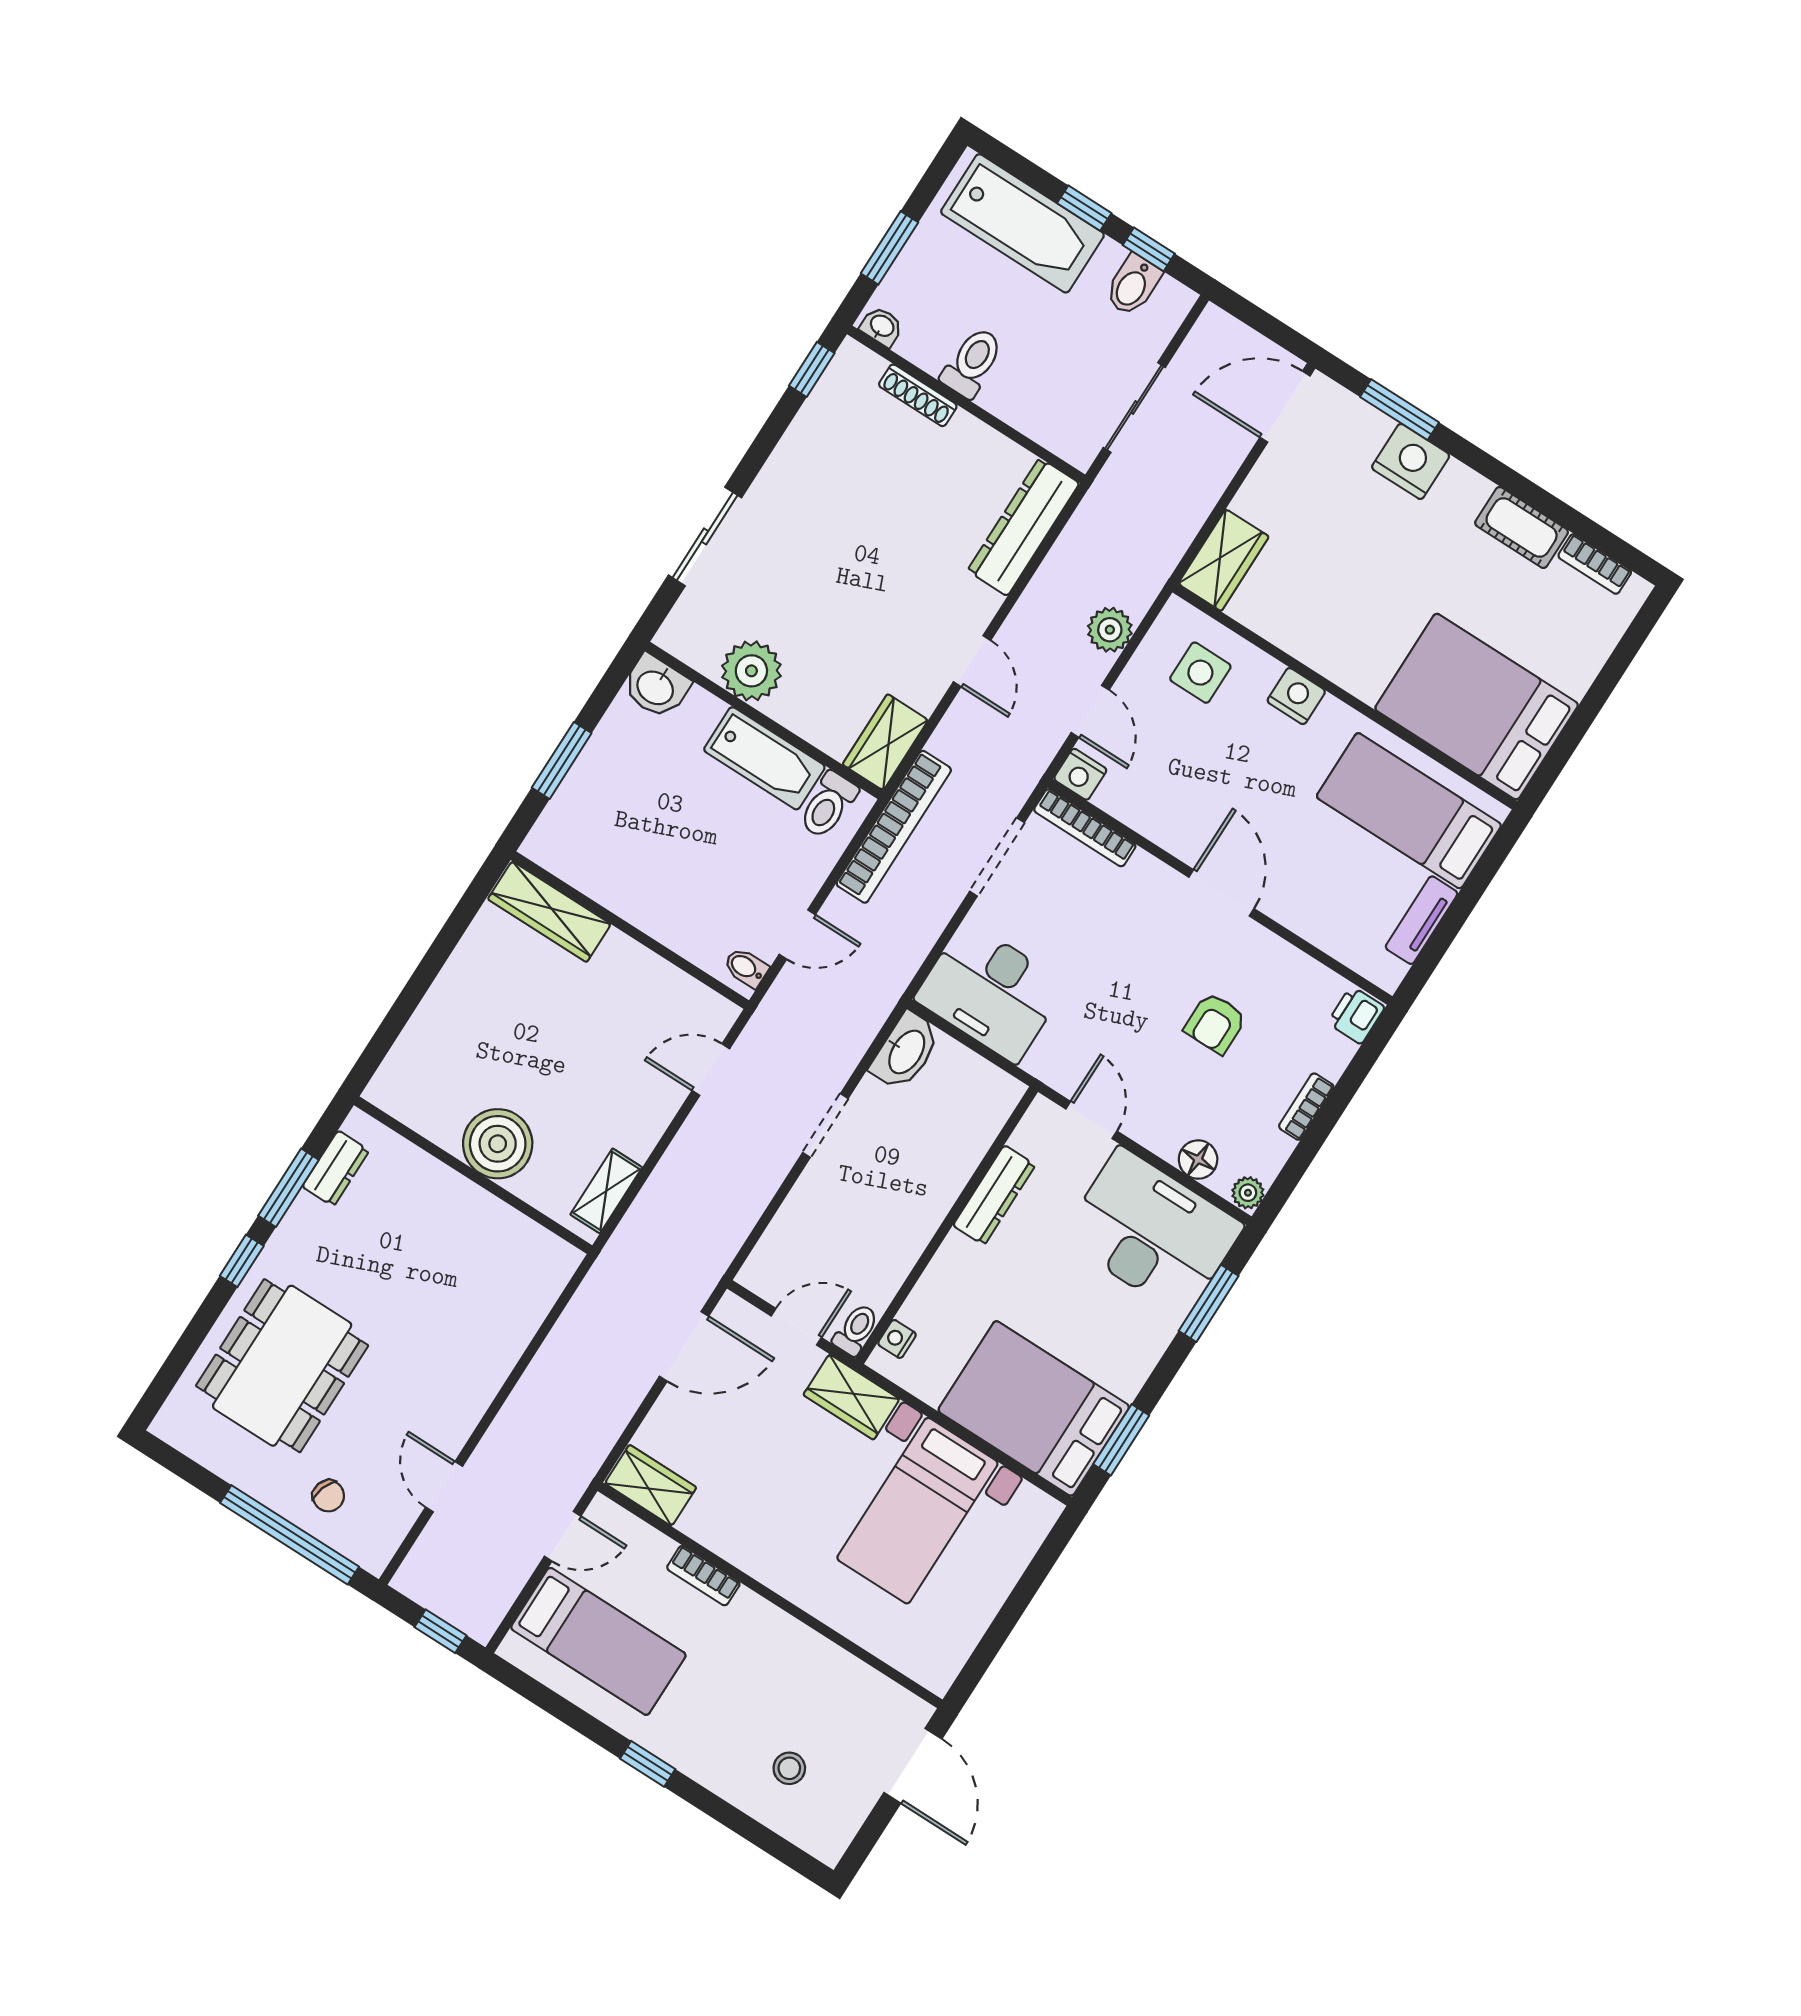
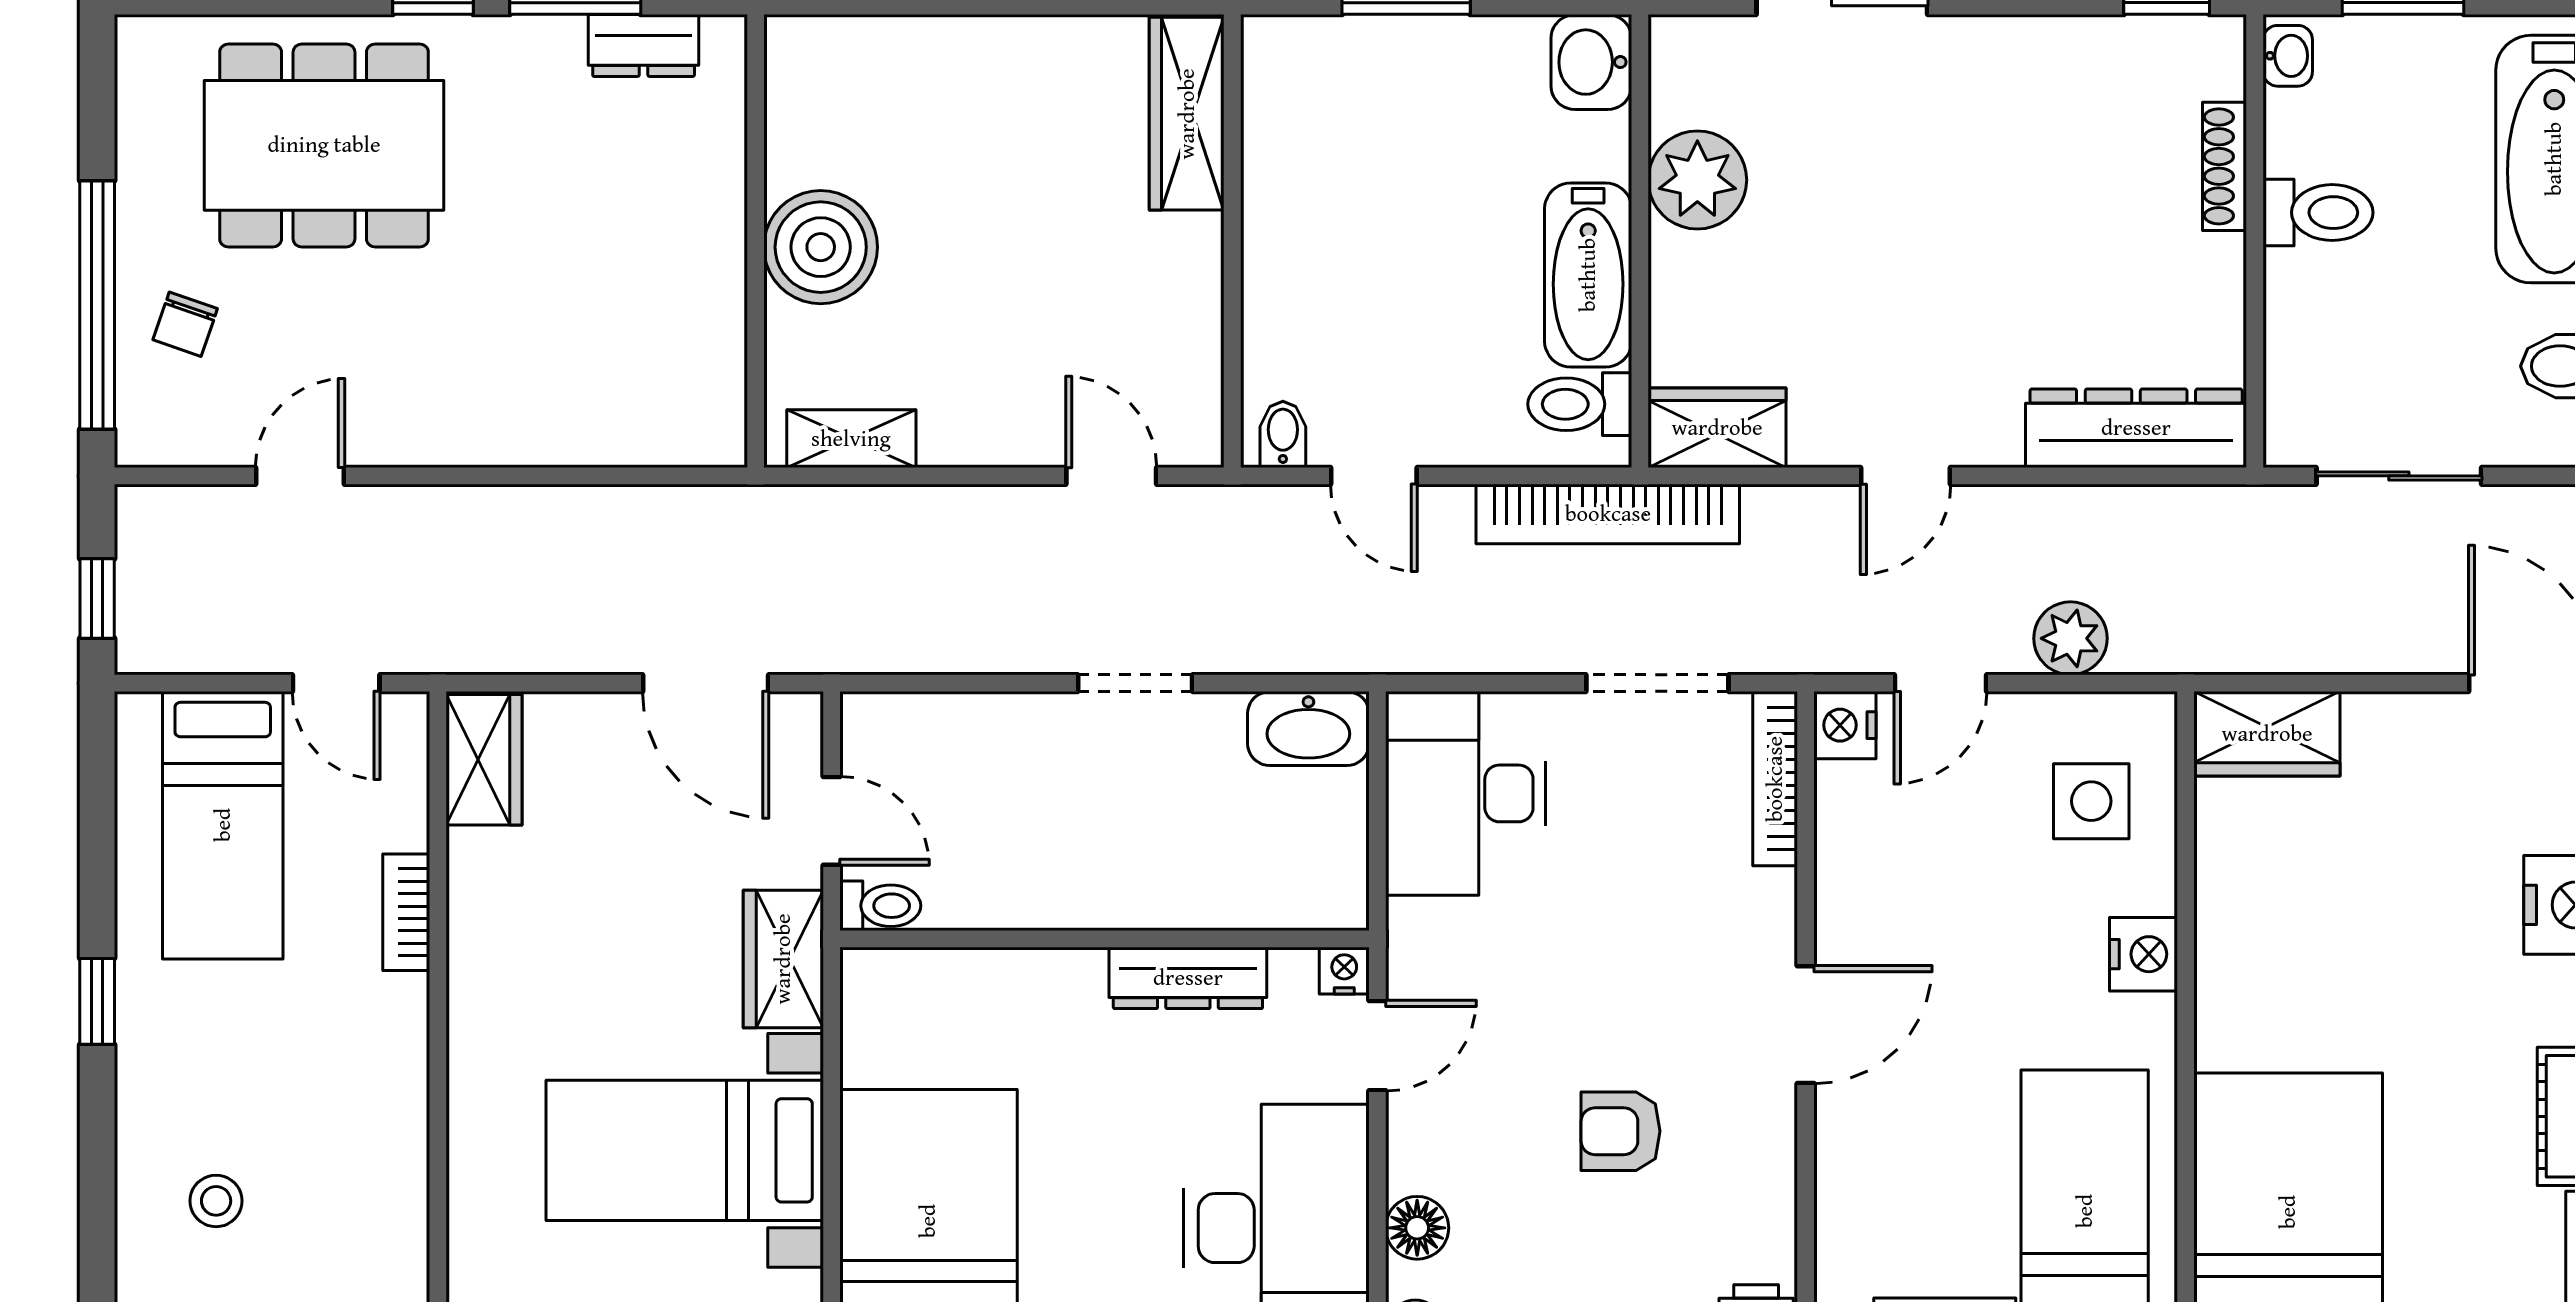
nightstand: (897, 1339) -> (1344, 971), moved

